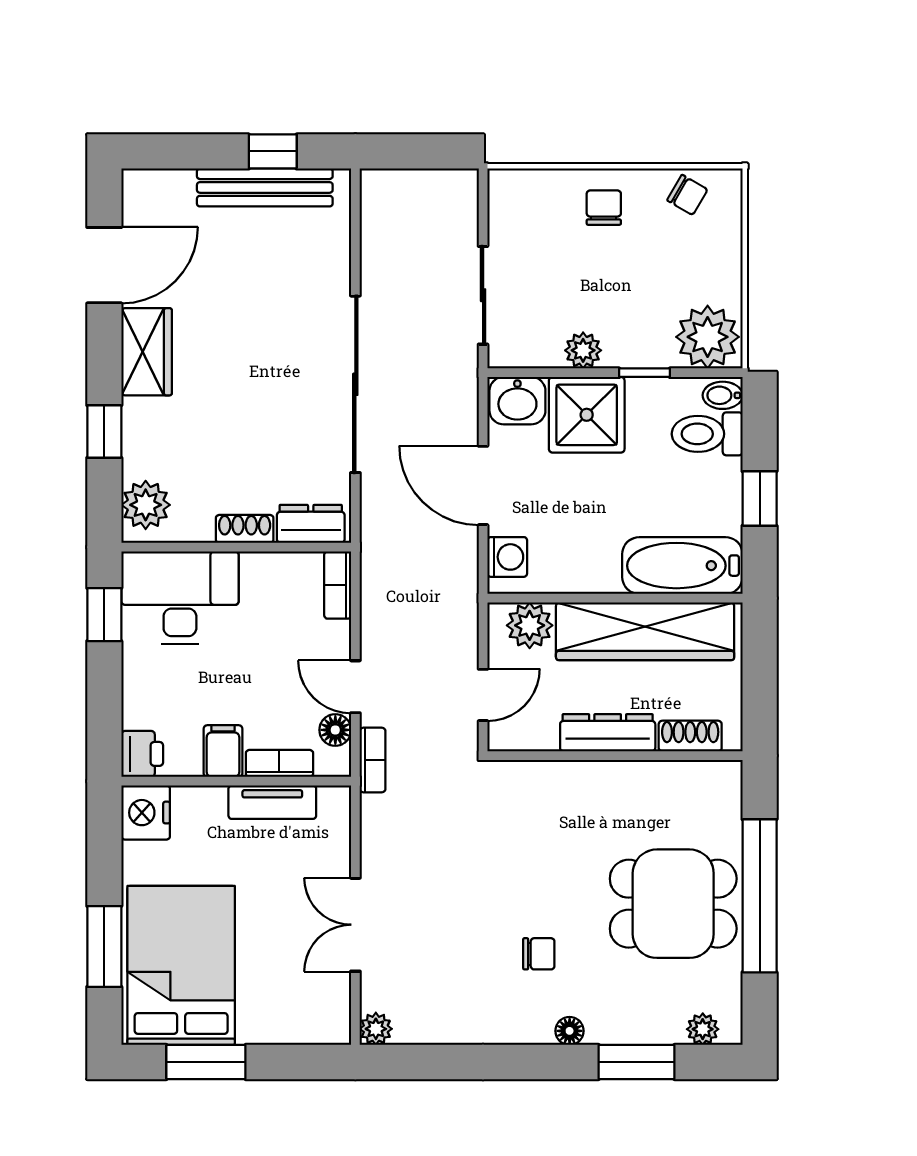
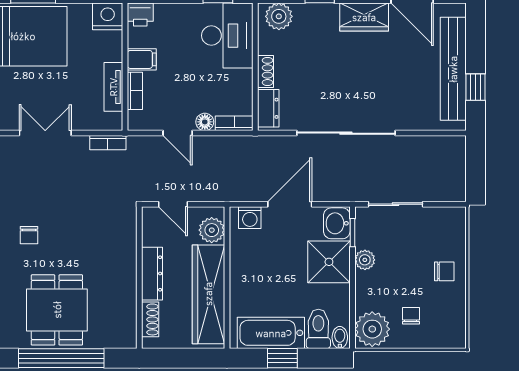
bench: (265, 187) -> (453, 69), width x1.37, depth x1.21
chair: (687, 195) -> (411, 316), moved, turned 150
window: (644, 373) -> (352, 233), moved
bathtub: (682, 566) -> (271, 333), moved, turned -90
door: (355, 687) -> (178, 133), swing flipped
floor lamp: (335, 730) -> (205, 122), moved
bookcase: (373, 760) -> (108, 143), moved

